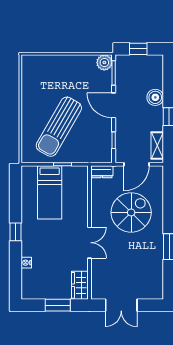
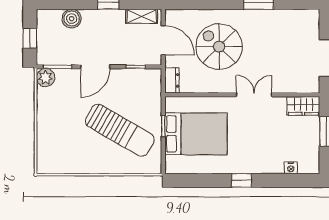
boiler: (155, 97) -> (72, 19), moved
bed: (50, 192) -> (196, 134), width x1.50
nightstand: (26, 263) -> (291, 168), moved

